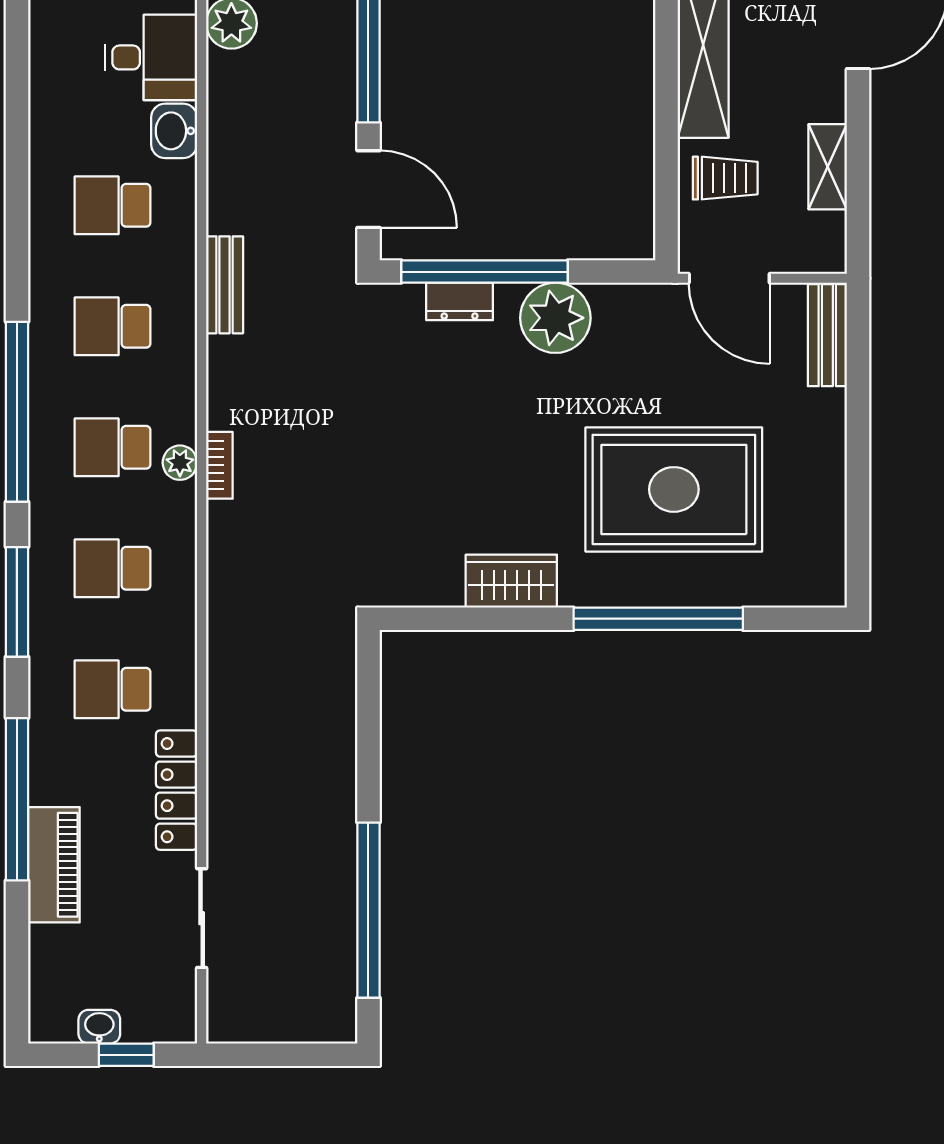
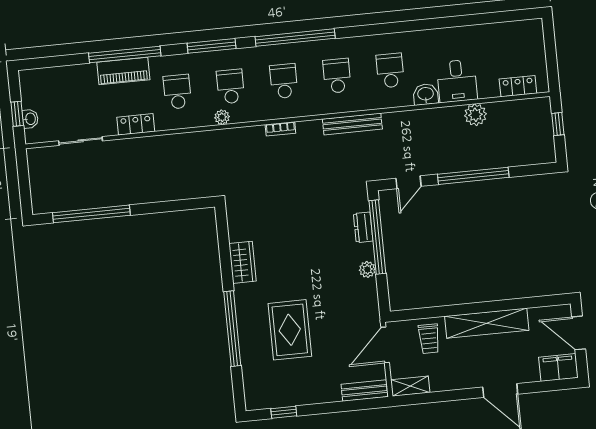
shelving: (828, 167) -> (410, 386), moved
door: (368, 189) -> (408, 182), width x0.73
bench: (225, 285) -> (352, 124), width x1.36
plant: (555, 318) -> (367, 269), width x0.53, depth x0.53
plant: (180, 463) -> (222, 117), moved
rug: (674, 489) -> (290, 330), width x0.73, depth x0.69
window: (858, 522) -> (284, 412), added
locker: (177, 790) -> (136, 124), width x0.66
piano: (54, 865) -> (123, 71), moved
washbasin: (99, 1027) -> (30, 119), moved

